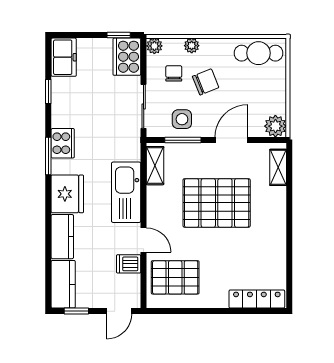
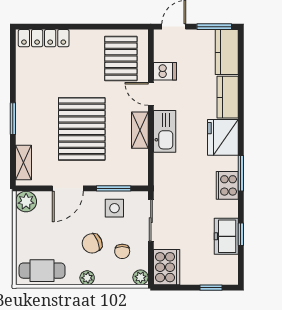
window: (119, 35) -> (211, 288), moved
plant: (192, 46) -> (87, 278), moved
freezer: (64, 57) -> (226, 236), moved
shelving: (155, 166) -> (140, 130), moved
kitchen sink: (126, 192) -> (165, 131), width x0.73, depth x0.81
pallet: (217, 203) -> (82, 129), turned 90
window: (289, 214) -> (13, 119), added
pallet: (175, 277) -> (121, 59), turned 90
window: (76, 311) -> (214, 27), width x1.50

